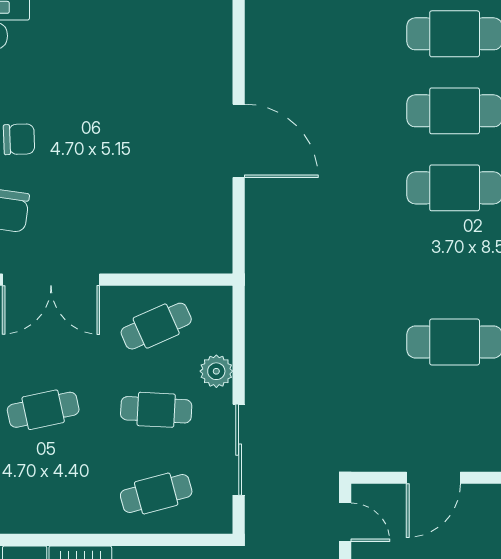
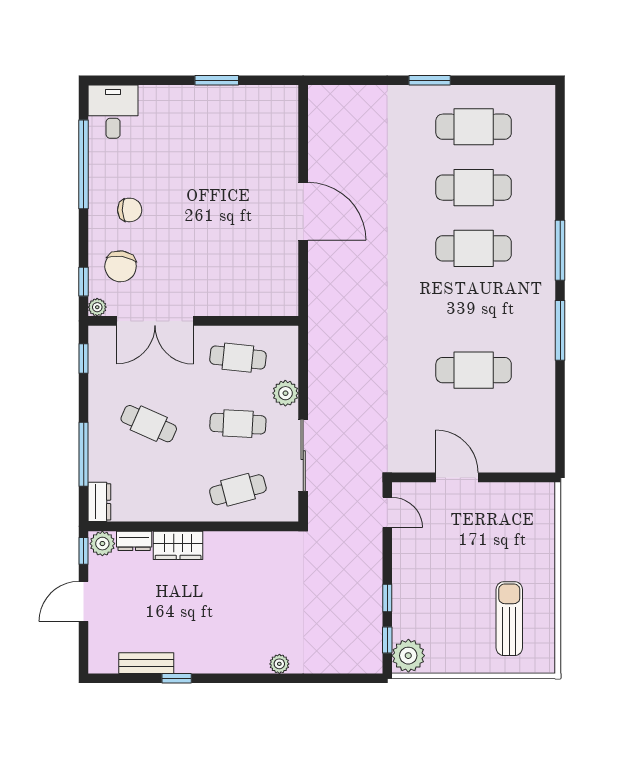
cafe table: (156, 326) -> (238, 358), turned 30
cafe table: (43, 410) -> (149, 424), turned 36
door: (433, 478) -> (457, 477), swing flipped

